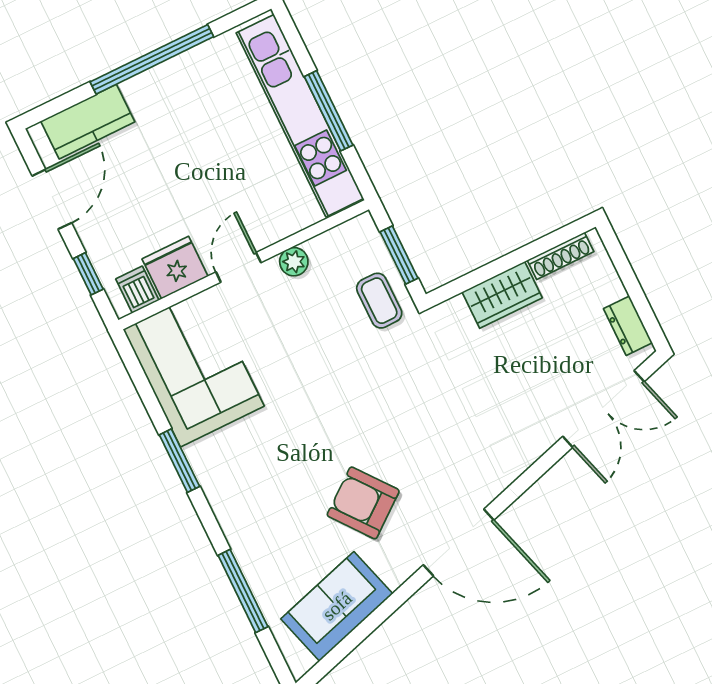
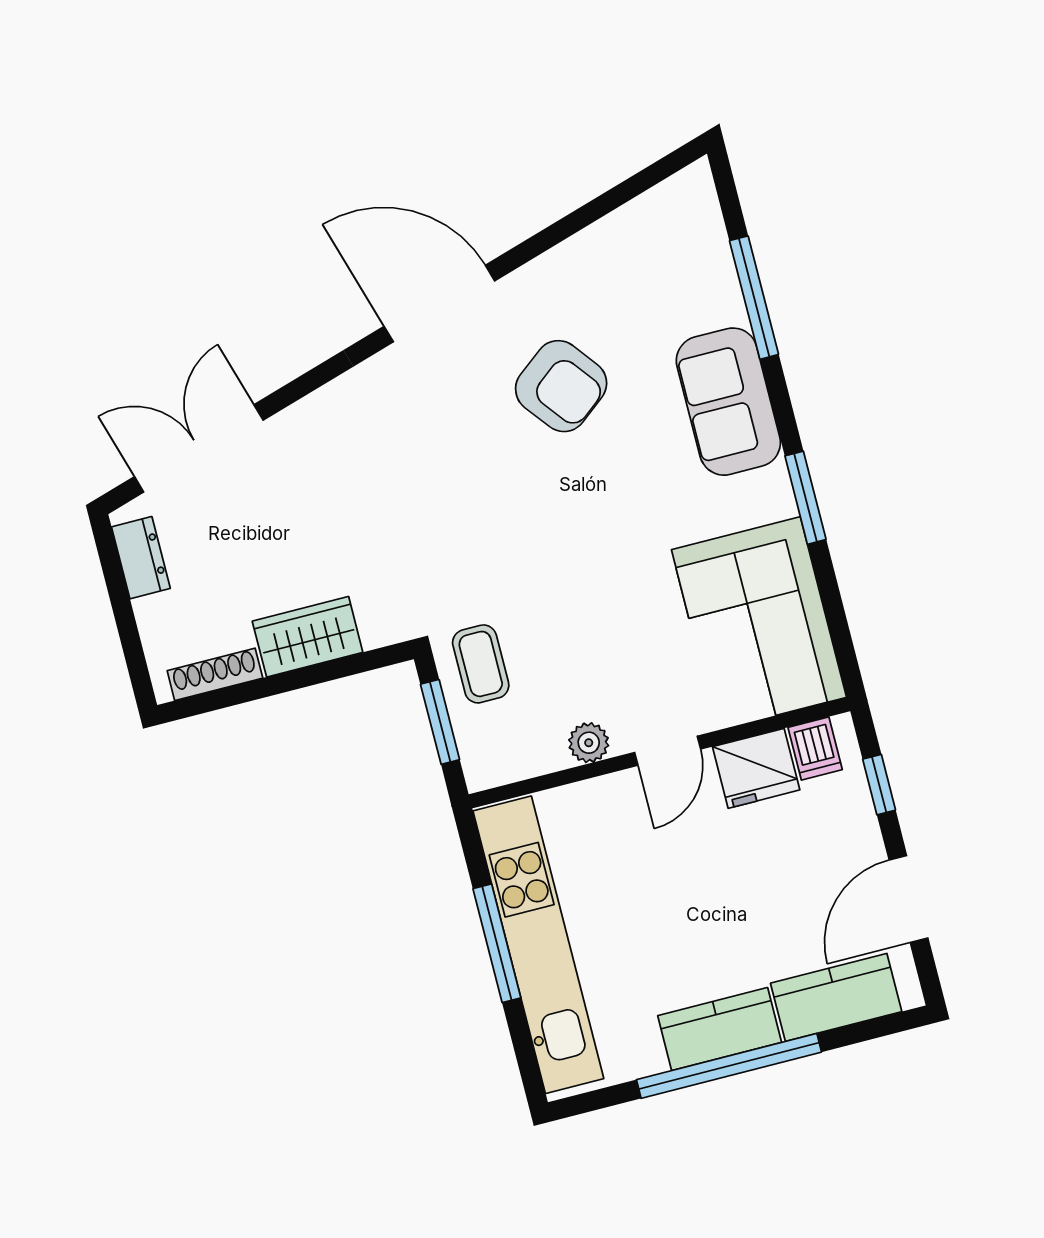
kitchen counter: (163, 83) -> (720, 1029), added
sofa: (337, 606) -> (728, 402), moved, turned 107

